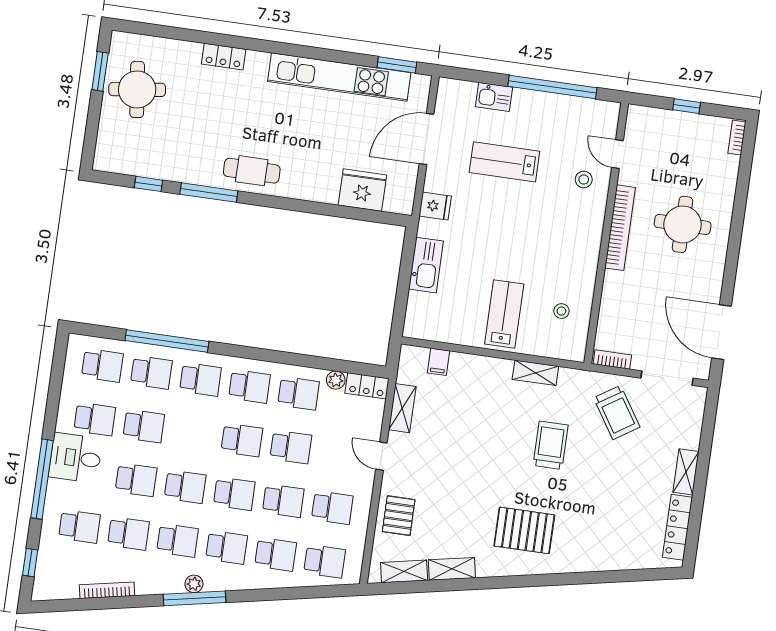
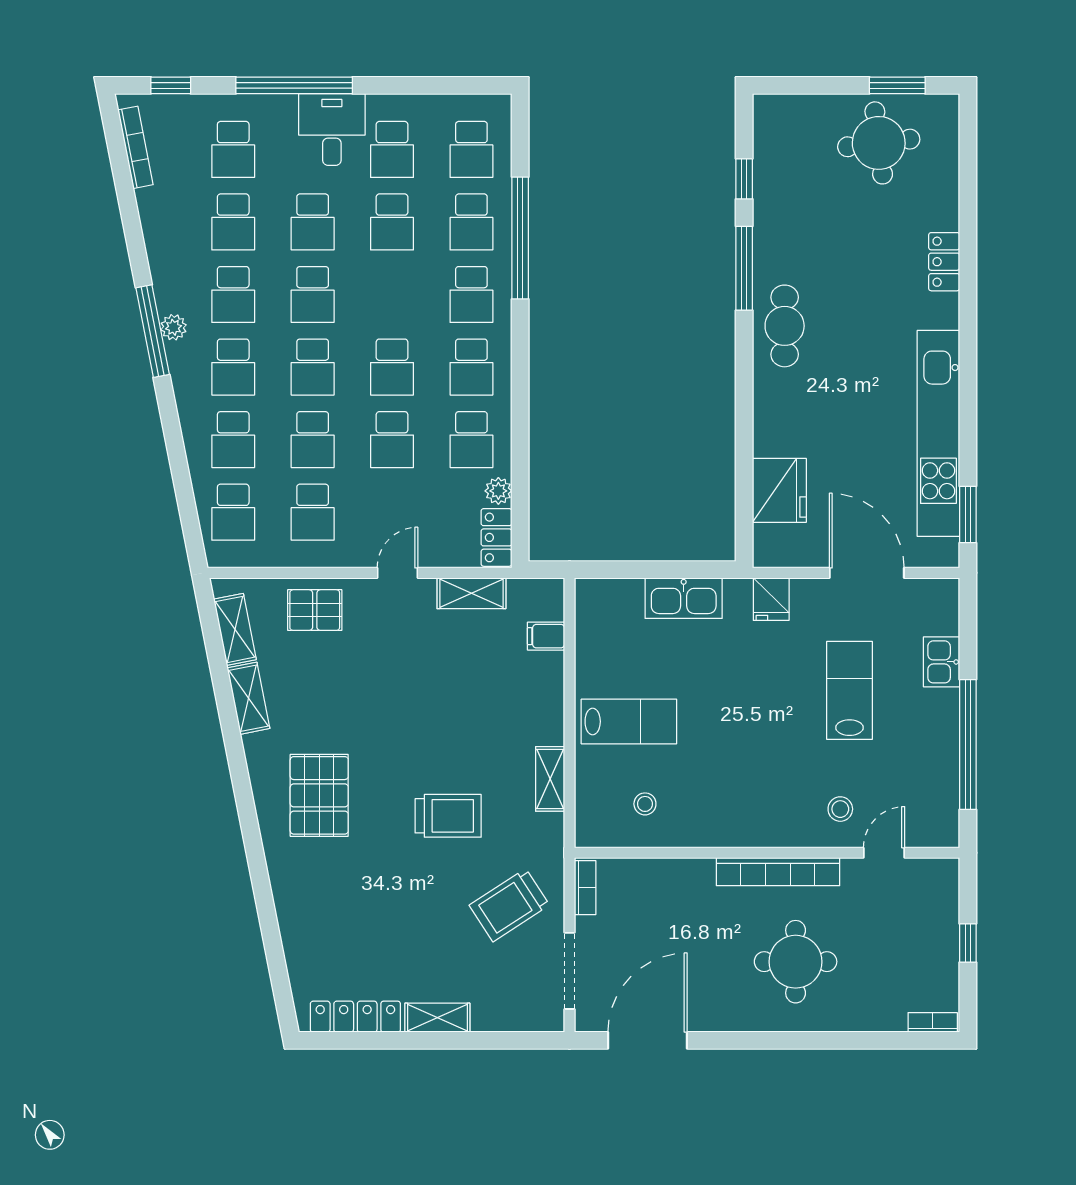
bookcase: (107, 590) -> (135, 147), moved

